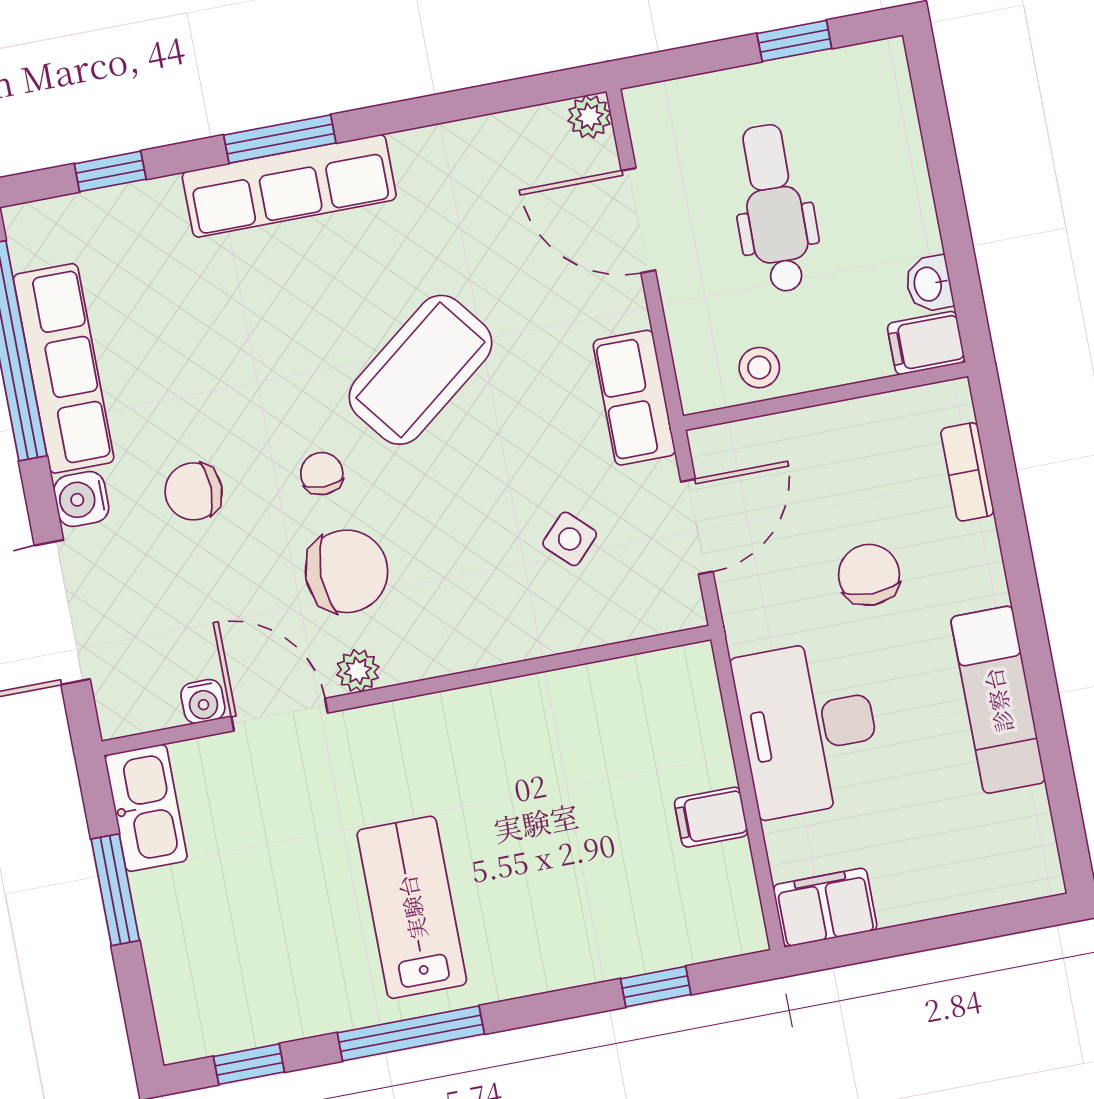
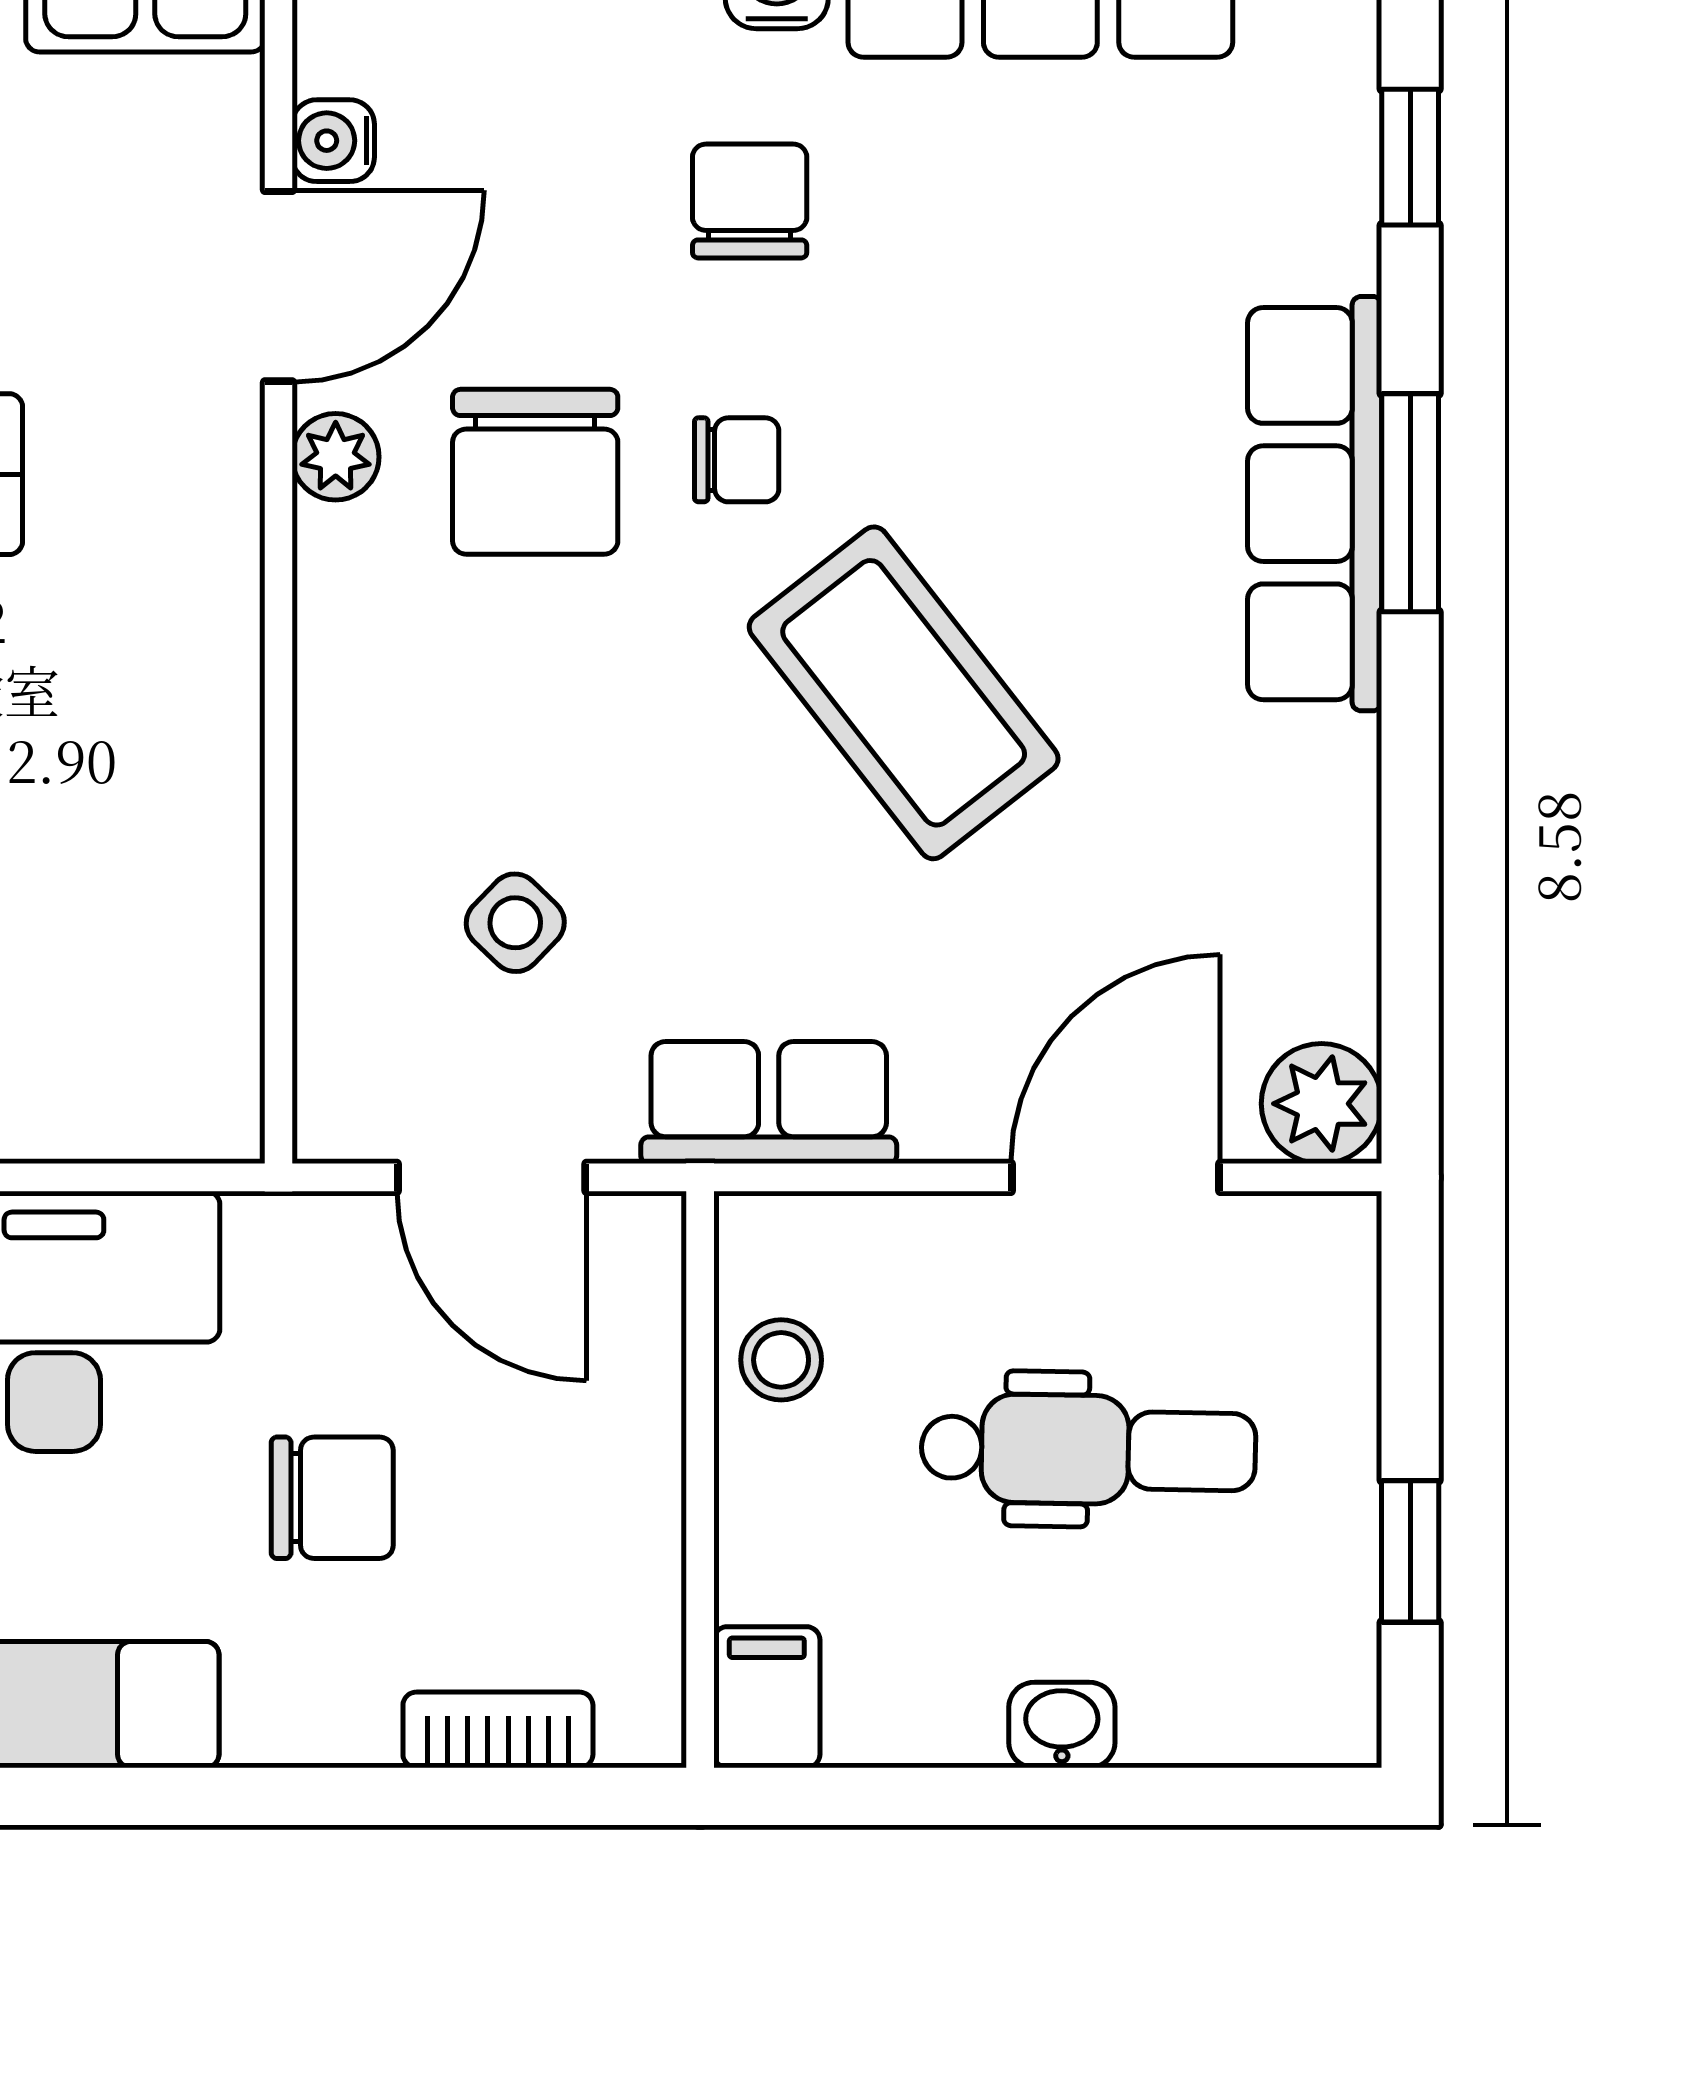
plant: (589, 117) -> (1322, 1104), width x1.38, depth x1.38
washbasin: (929, 284) -> (1062, 1725), moved

